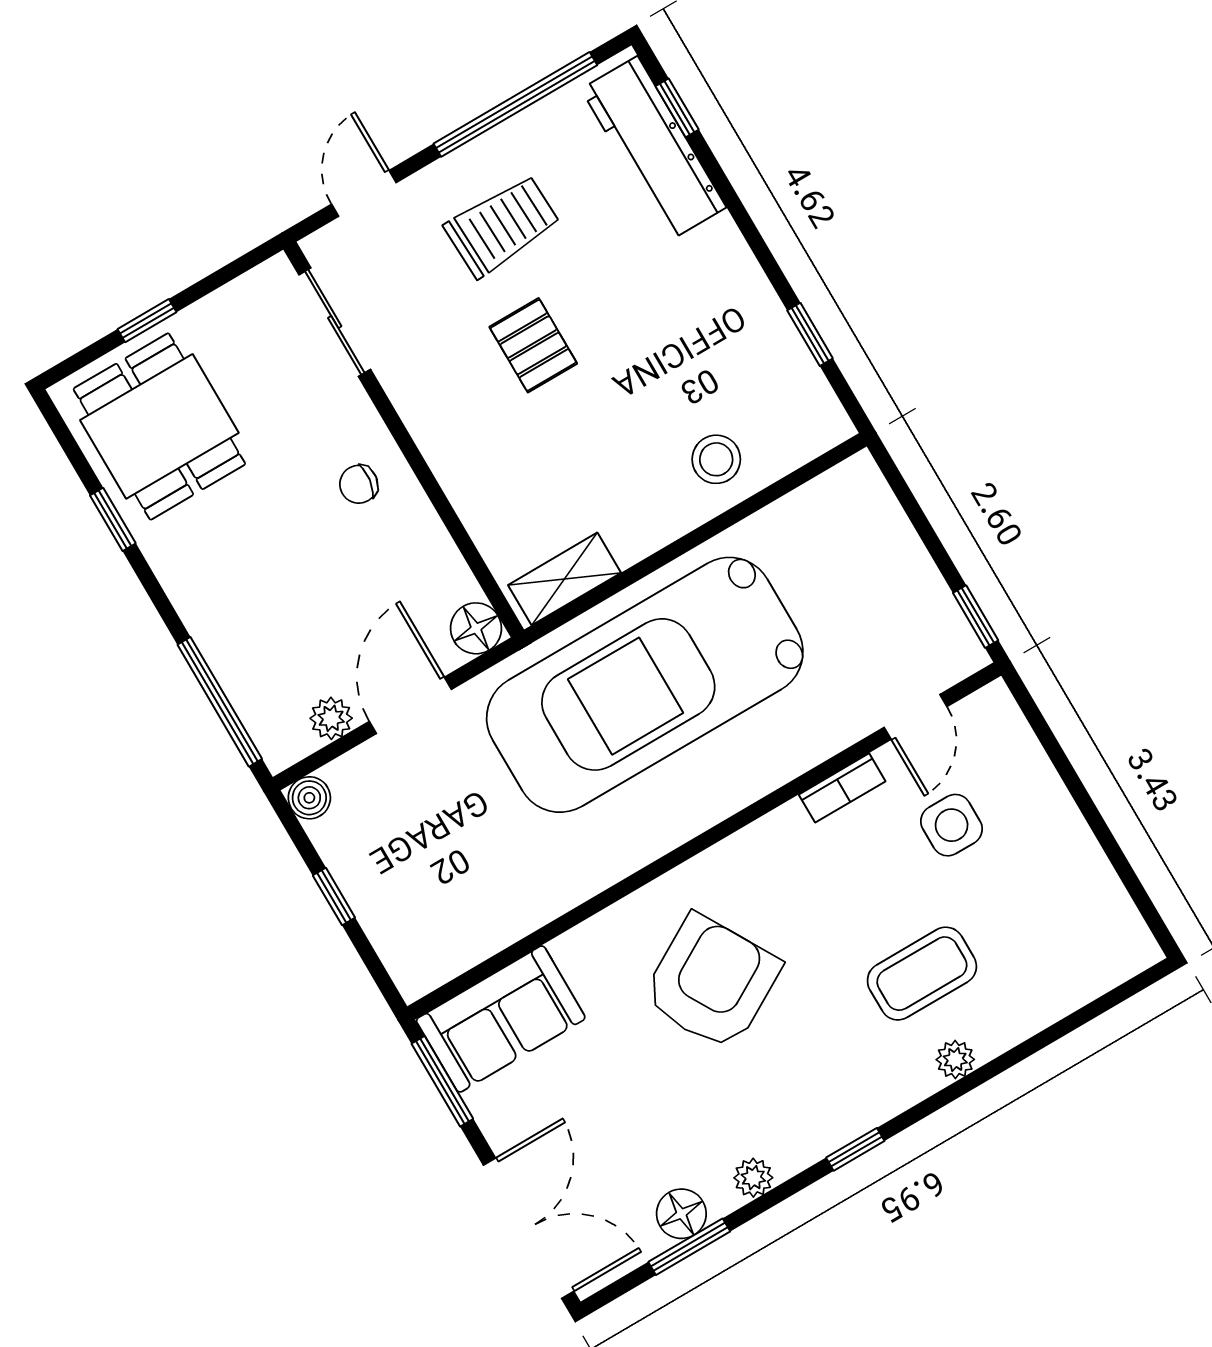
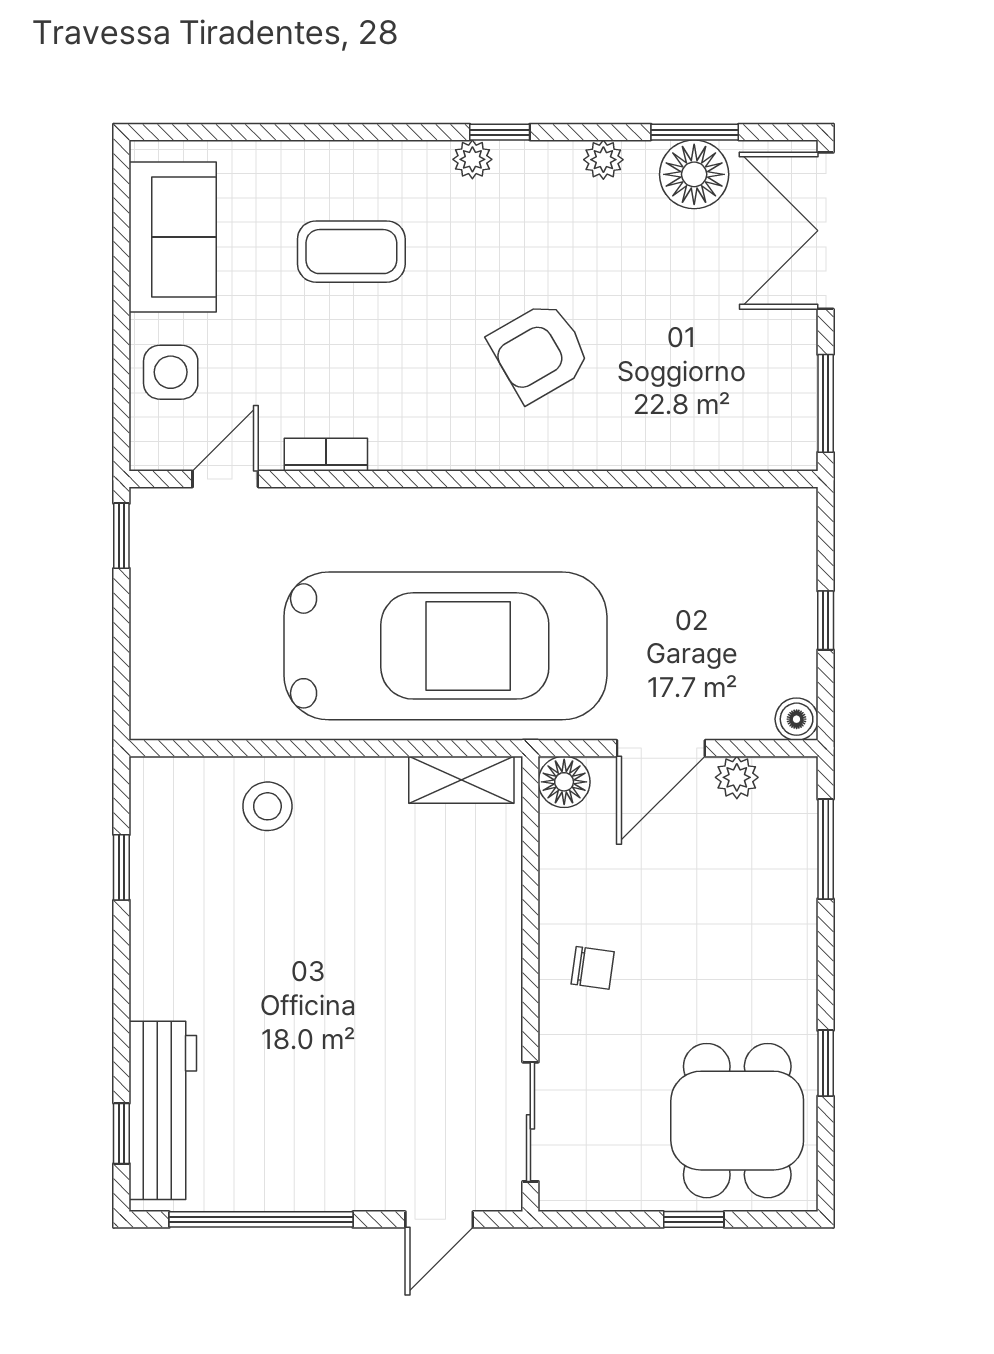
trolley: (502, 226) -> (335, 1120), removed
pallet: (533, 345) -> (369, 1000), removed
window: (220, 702) -> (826, 849), width x0.69
side table: (952, 825) -> (171, 372), moved
armchair: (712, 982) -> (540, 352), width x0.73, depth x0.73
sofa: (501, 1019) -> (173, 237), moved, turned 90
plant: (955, 1060) -> (472, 159), moved
floor lamp: (681, 1214) -> (694, 174), width x1.38, depth x1.38

